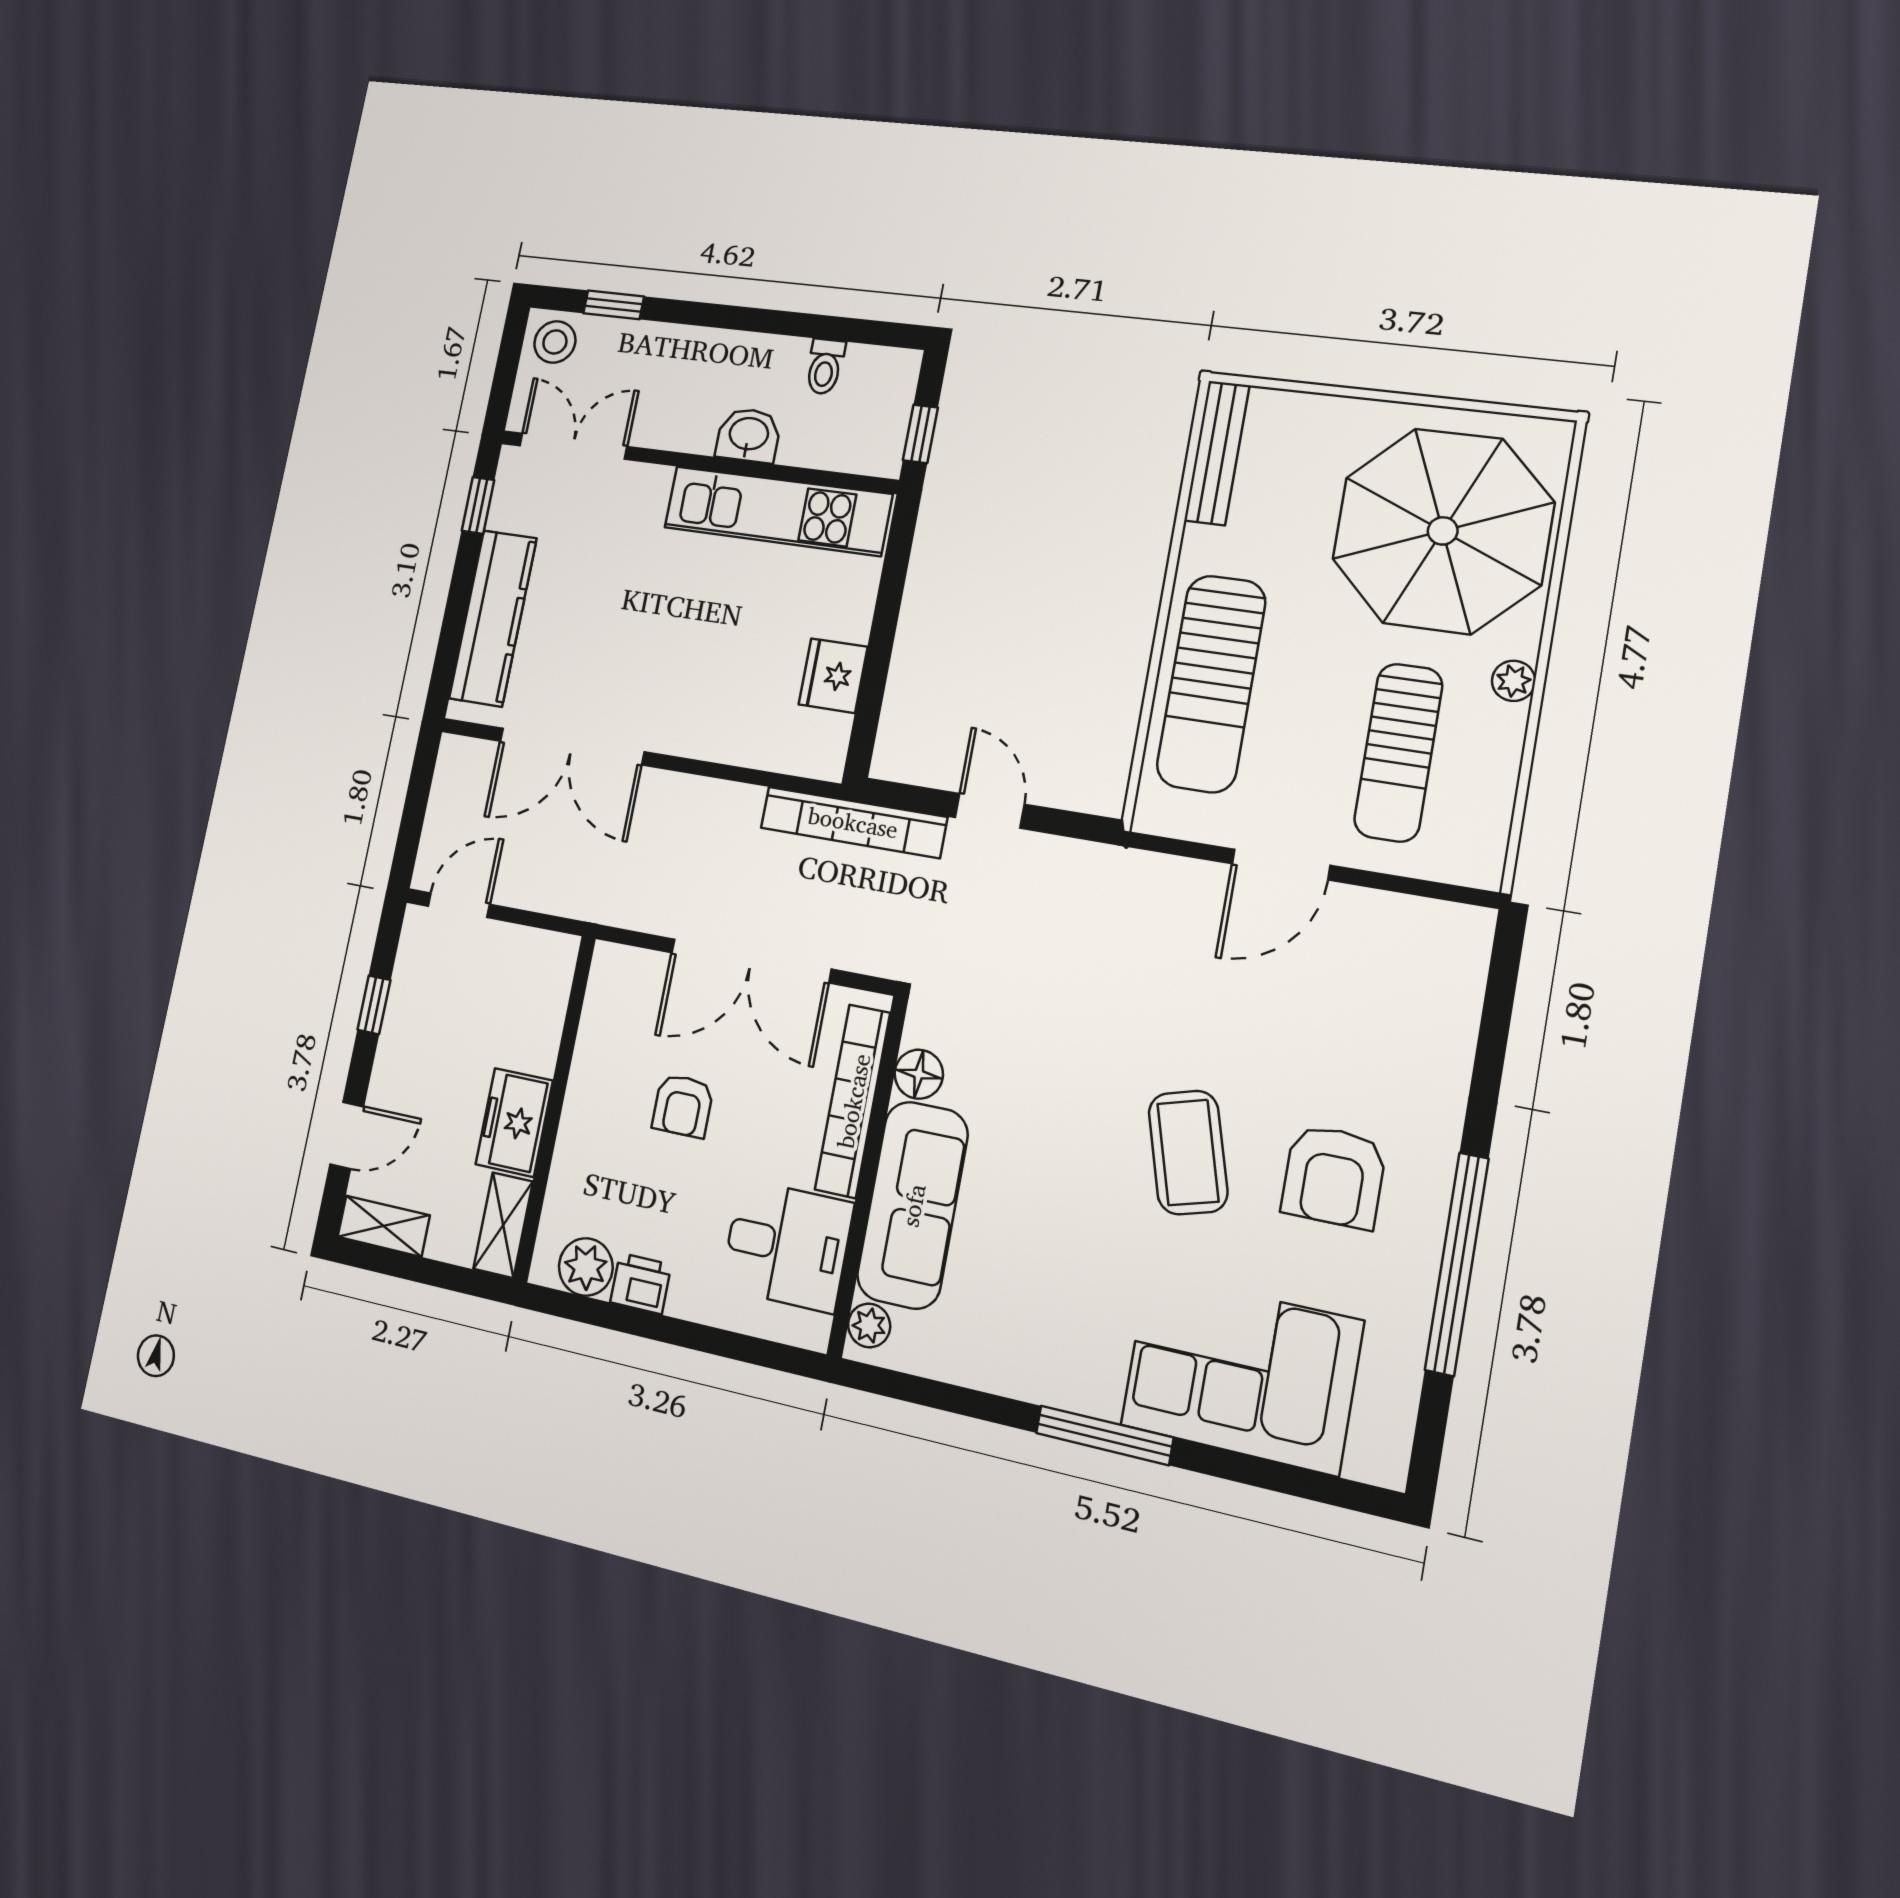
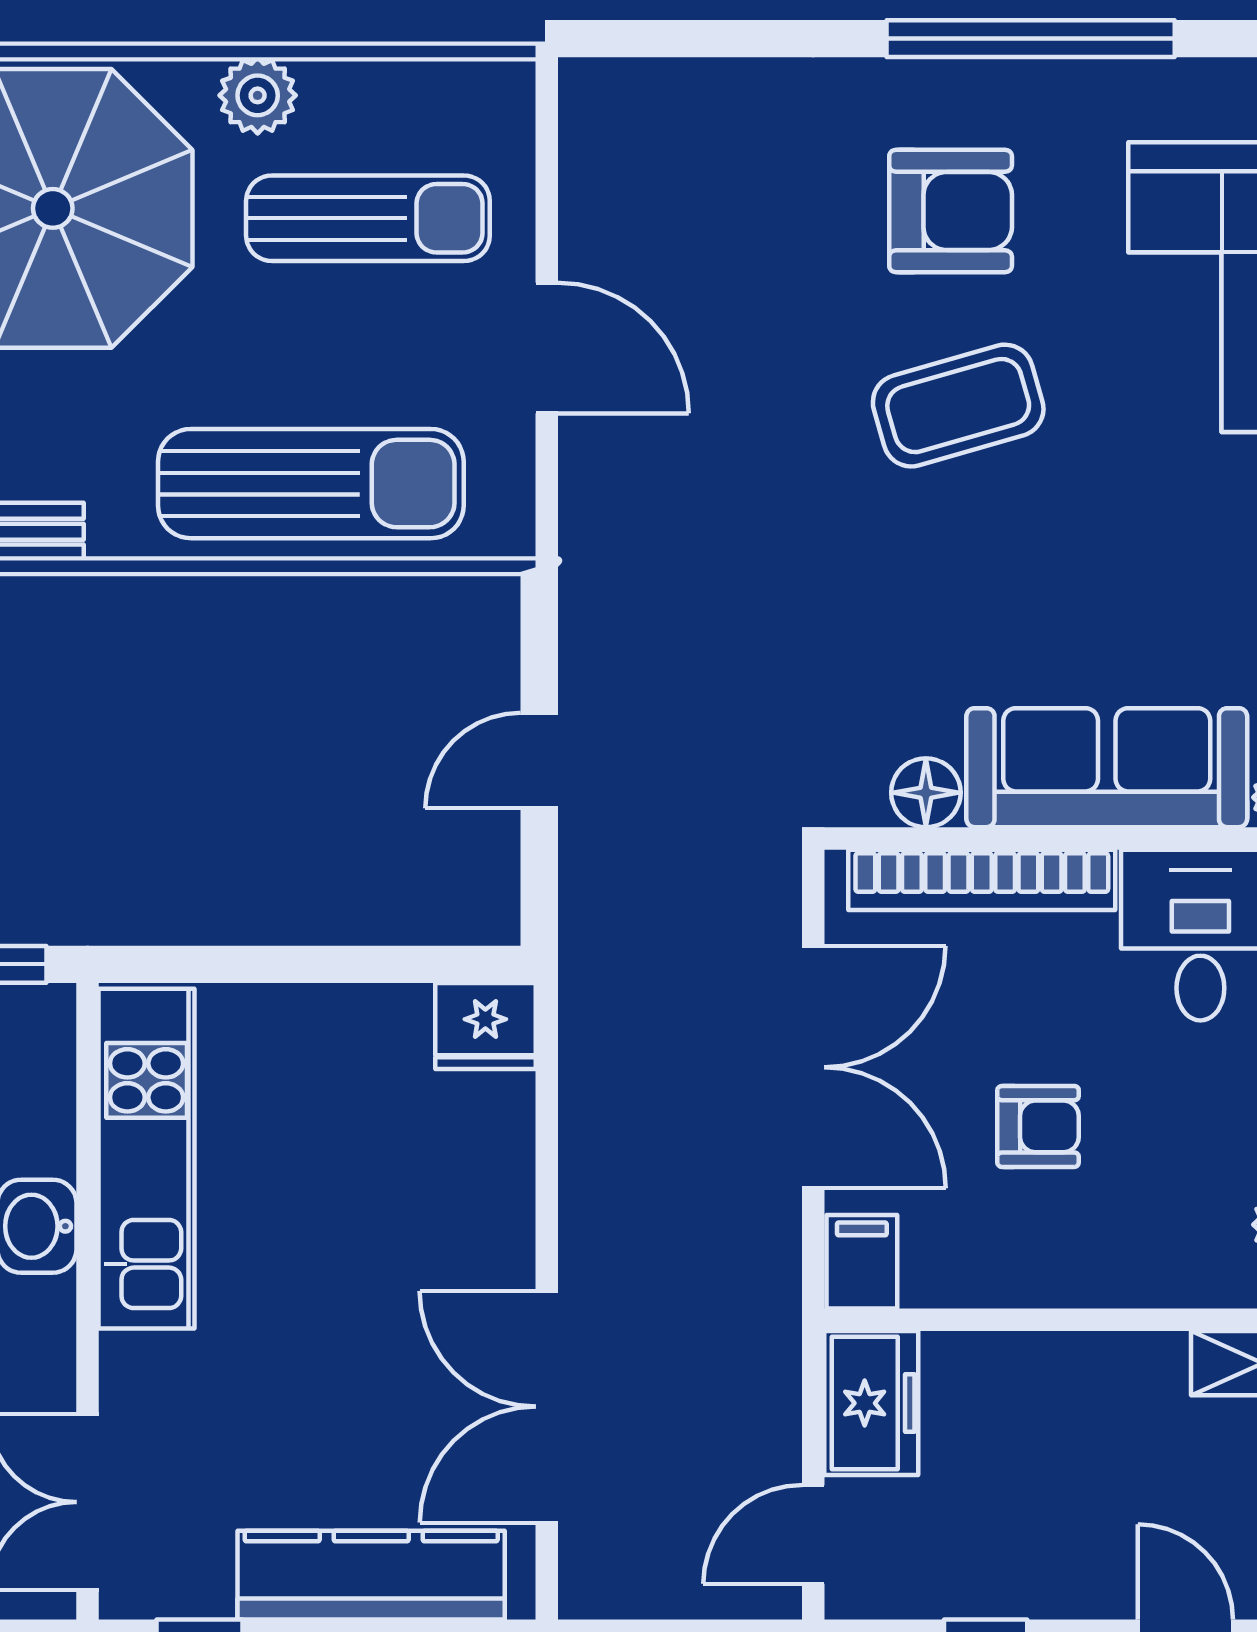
fridge: (833, 676) -> (485, 1026), moved
plant: (1514, 681) -> (258, 95), width x1.38, depth x1.38
double door: (572, 746) -> (547, 1407), swing flipped
bookcase: (853, 822) -> (588, 955), removed
door: (459, 905) -> (813, 1535), hinge flipped
filing cabinet: (620, 970) -> (862, 1262), added
freezer: (514, 1122) -> (871, 1403), moved, turned -90

